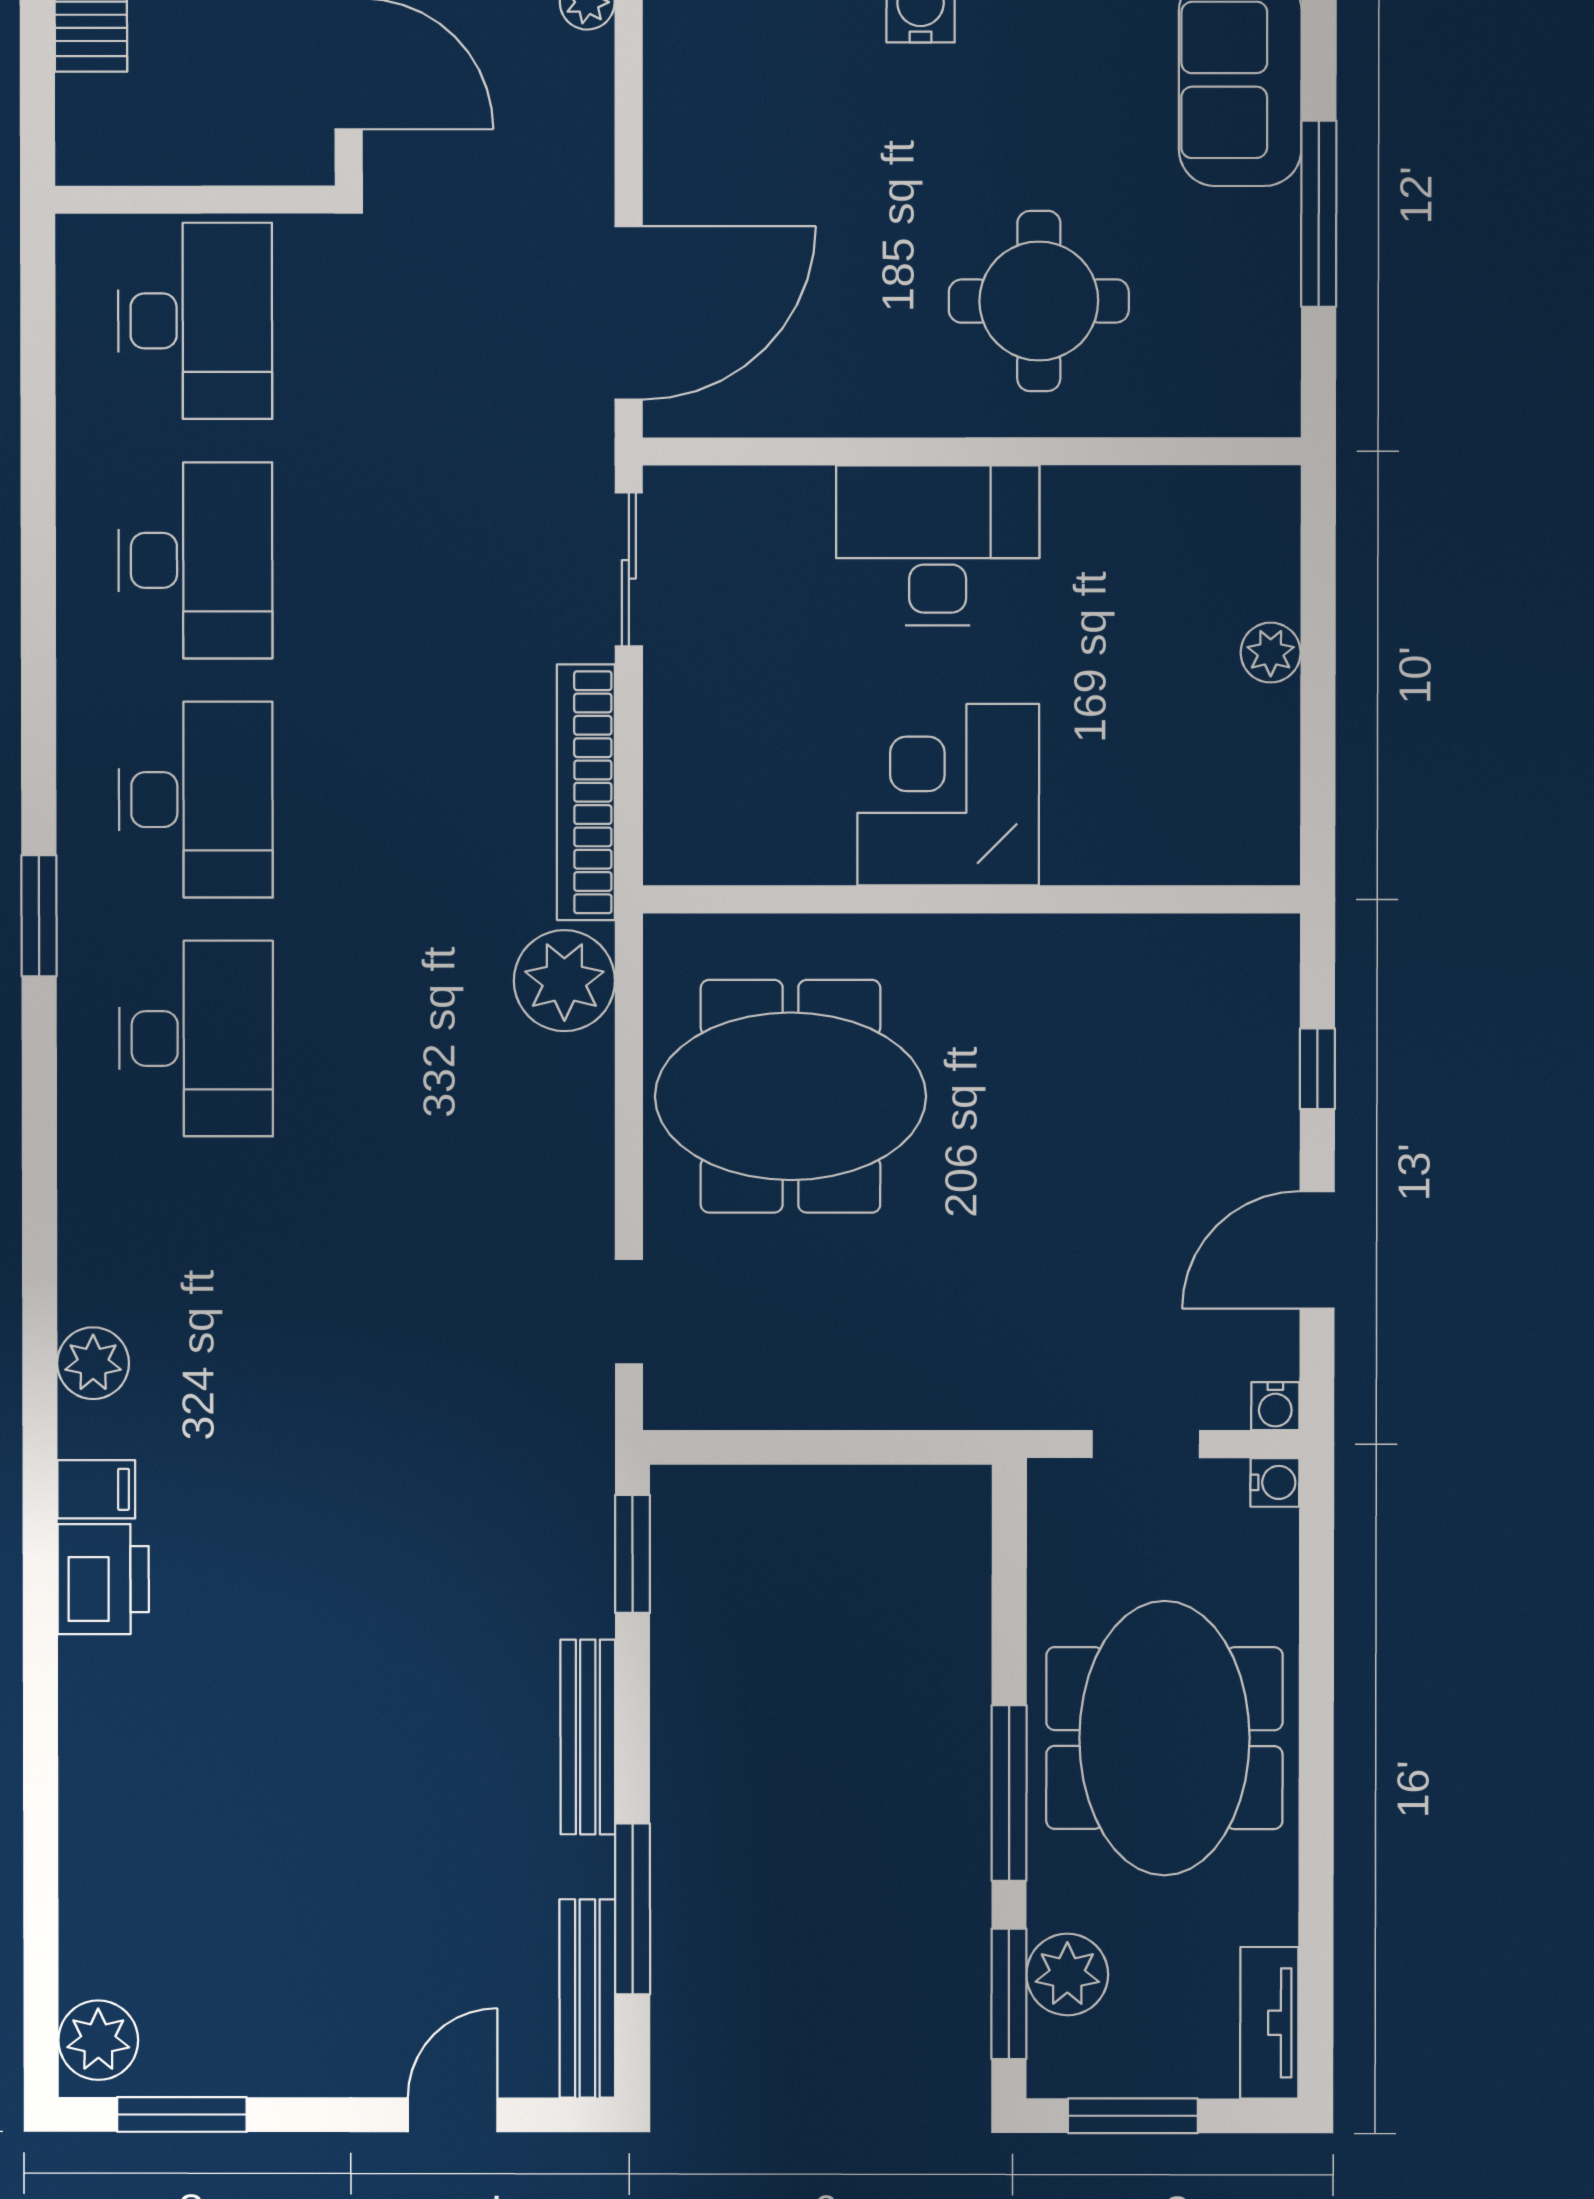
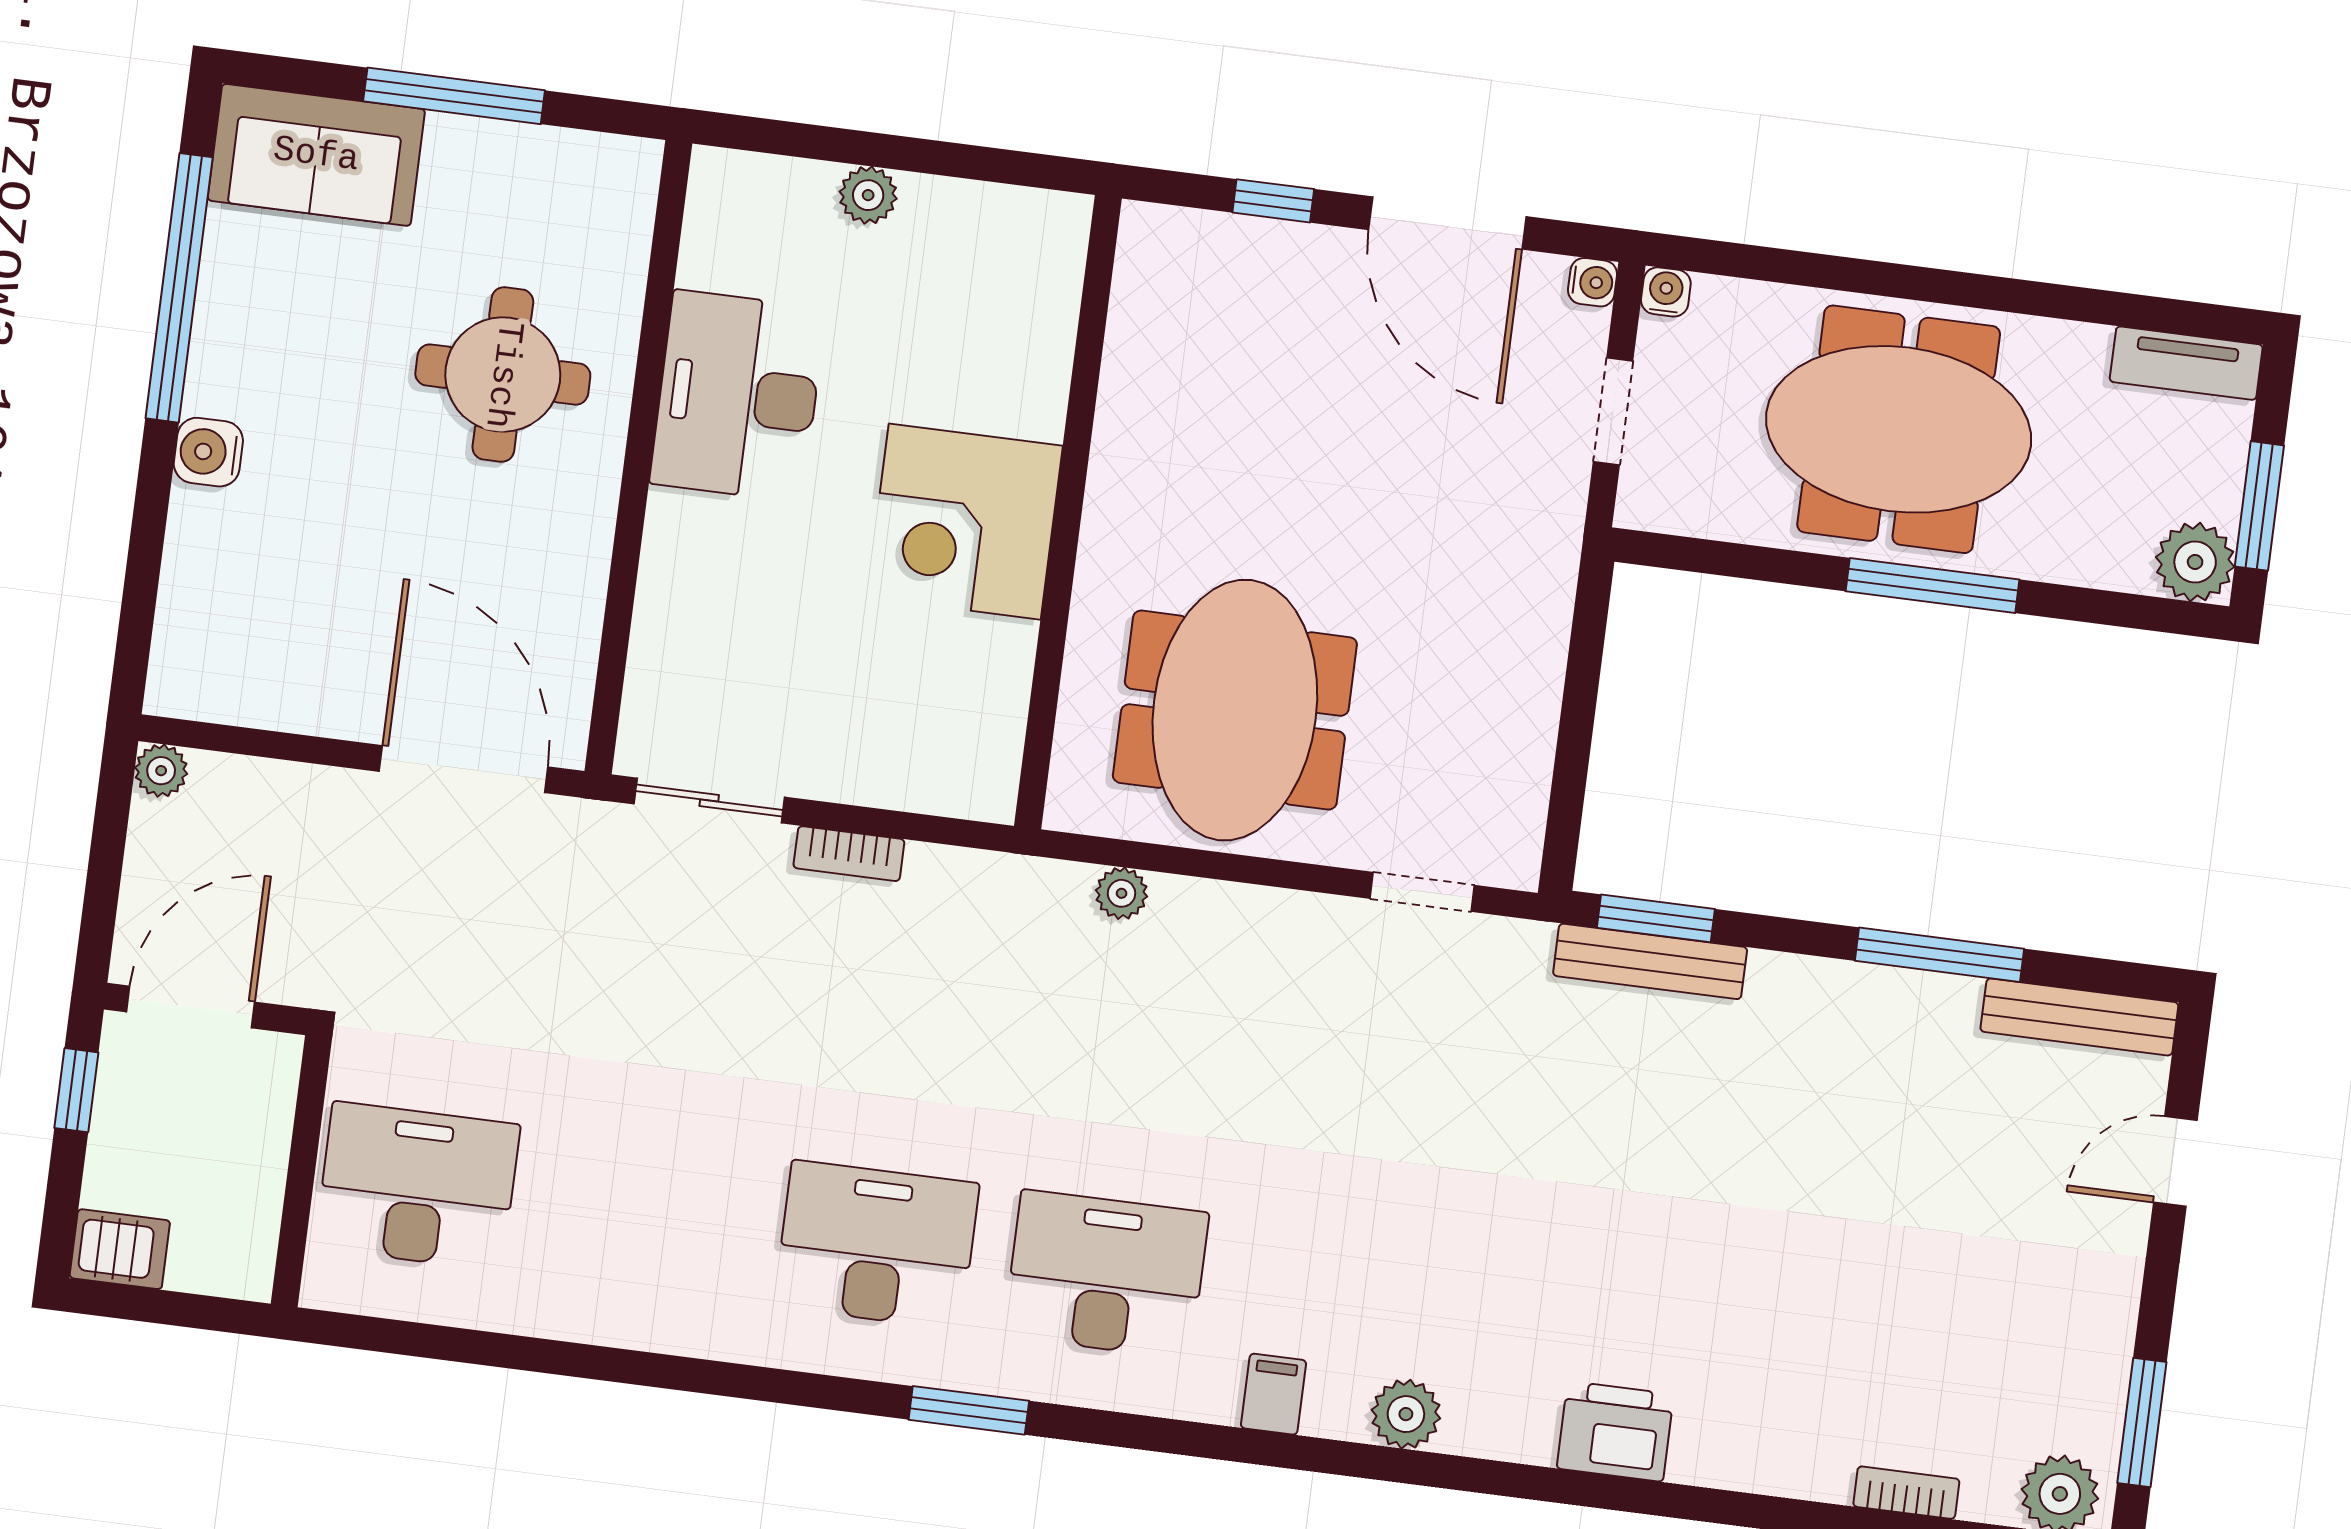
desk: (938, 545) -> (738, 396), moved
desk: (195, 560) -> (647, 1216), removed
bookcase: (586, 792) -> (849, 854), width x0.43, depth x0.76
plant: (564, 981) -> (1122, 893), width x0.53, depth x0.53
door: (1317, 1250) -> (1447, 223), width x1.36
filing cabinet: (96, 1489) -> (1274, 1394), moved
bench: (588, 1737) -> (1650, 961), moved
bookcase: (79, 1884) -> (1906, 1493), added
window: (633, 1909) -> (1940, 955), moved
plant: (1067, 1974) -> (2195, 562), moved
window: (1009, 1994) -> (2126, 610), removed
door: (453, 2115) -> (2175, 1161), hinge flipped

